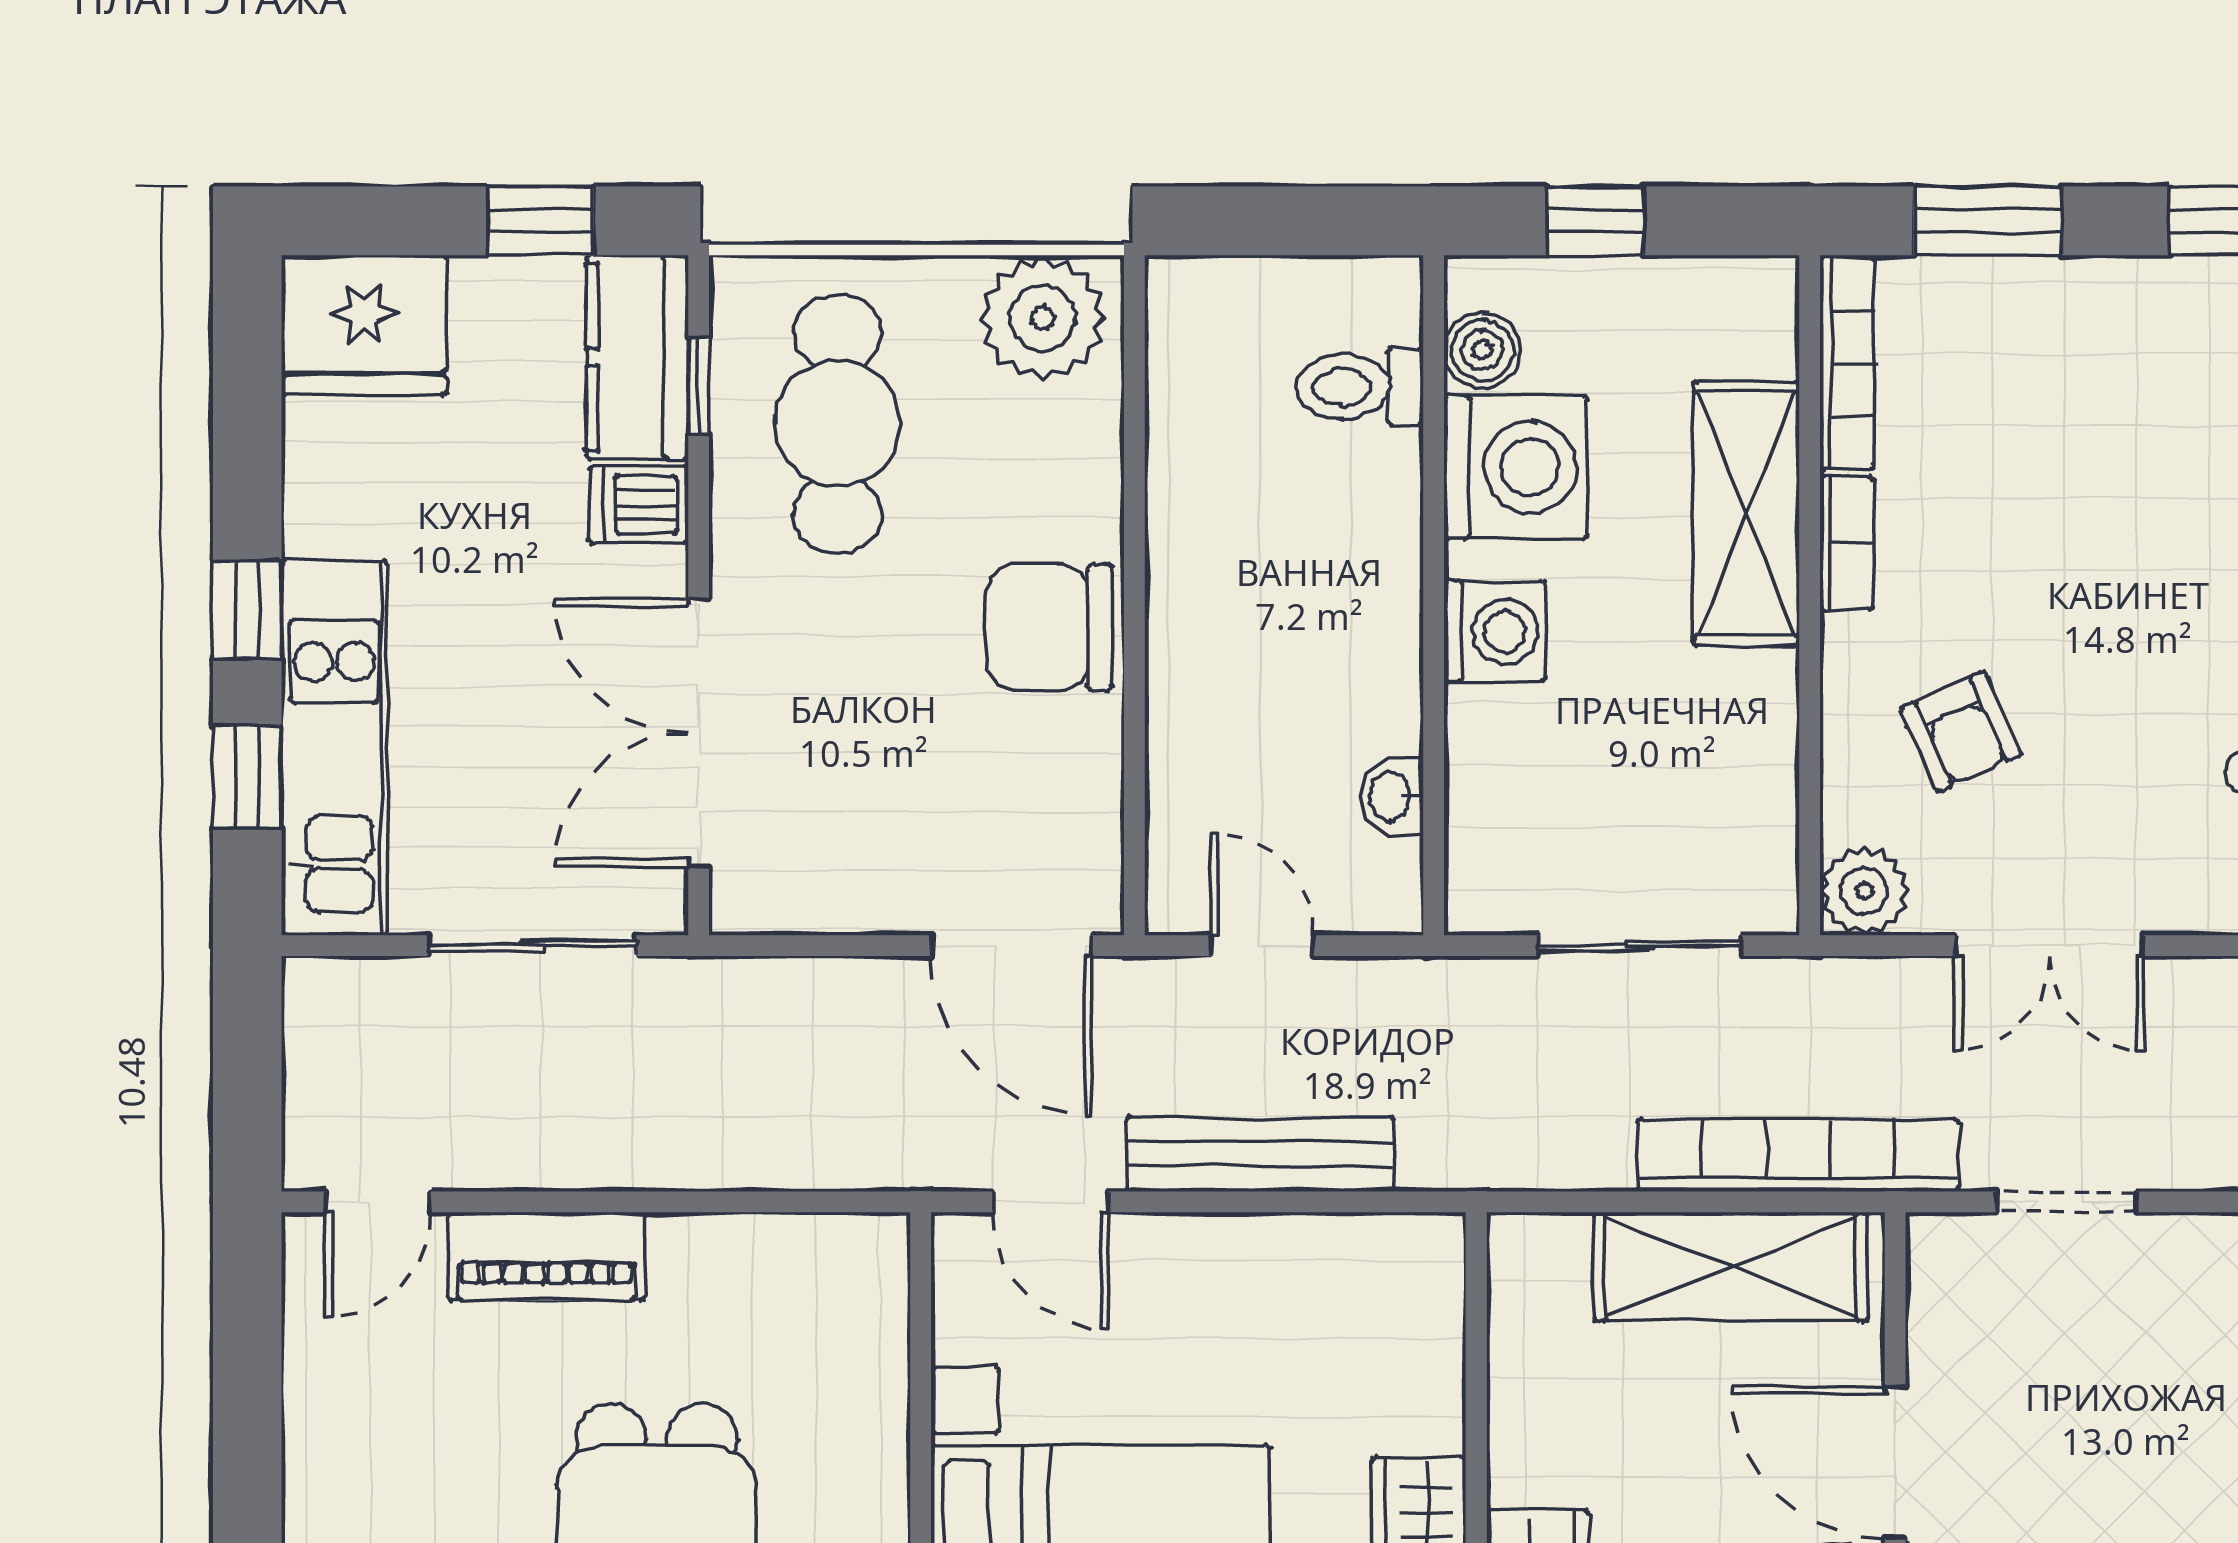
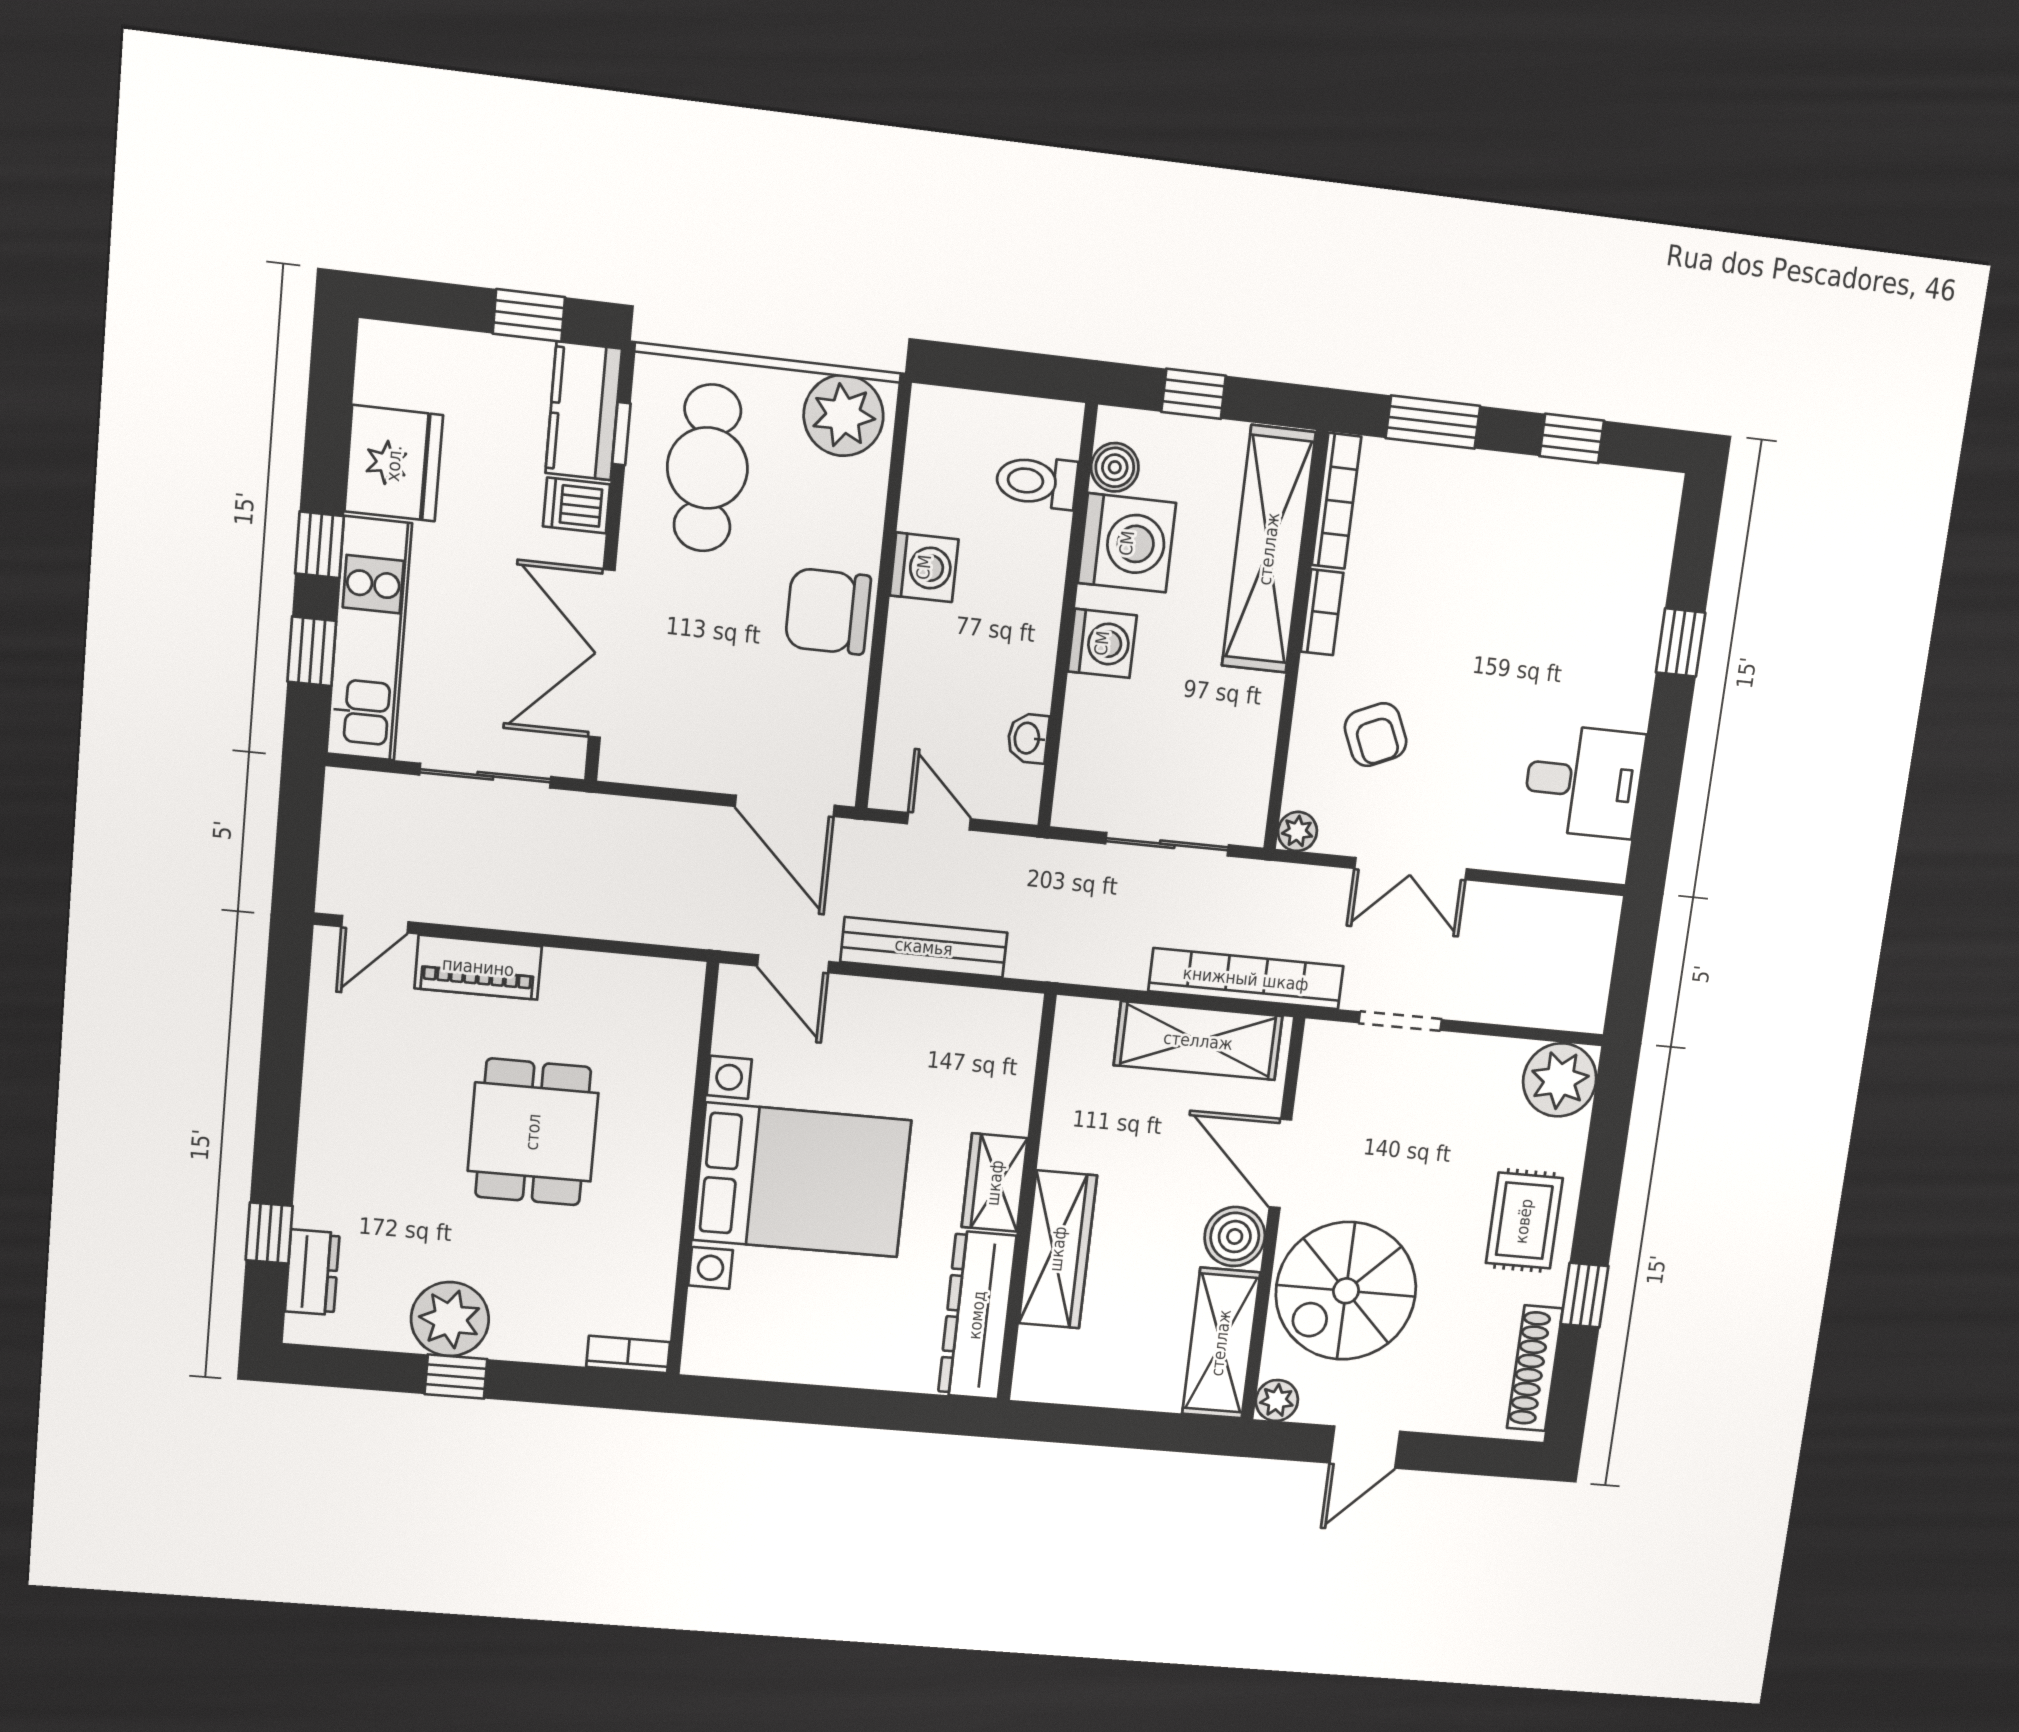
fridge: (364, 325) -> (394, 463), moved, turned -90
shelving: (1746, 514) -> (1269, 549), width x1.47
washing machine: (1195, 541) -> (924, 567), added
plant: (1864, 891) -> (1297, 831), width x0.73, depth x0.73

